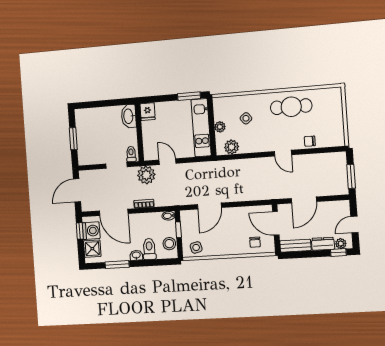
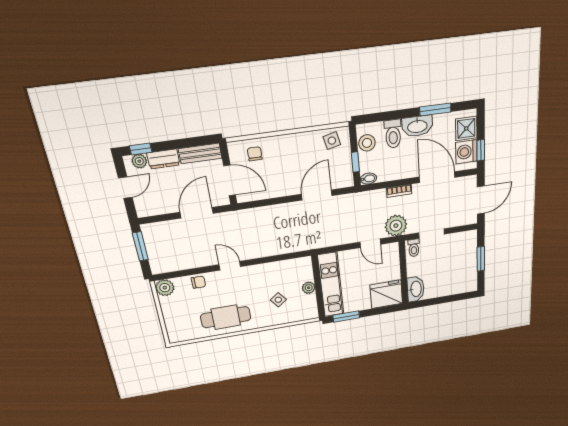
fridge: (148, 112) -> (386, 294), width x1.88, depth x1.34
plant: (232, 147) -> (165, 288), moved
washbasin: (136, 255) -> (417, 126), width x1.91, depth x1.45

